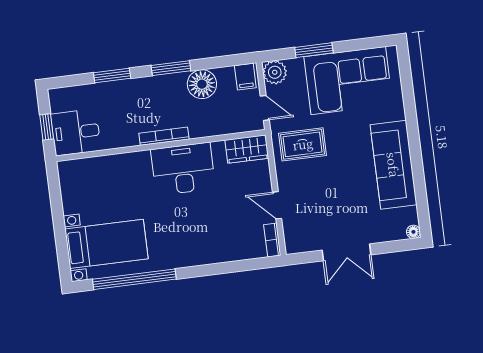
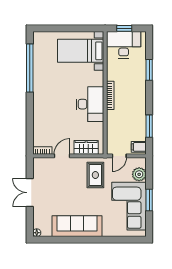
window: (314, 50) -> (149, 200), moved
window: (171, 68) -> (149, 126), moved
plant: (275, 72) -> (139, 174), moved
floor lamp: (202, 84) -> (138, 121), removed
desk: (76, 132) -> (124, 45), width x1.37
wardrobe: (247, 149) -> (86, 147), moved, turned 90
bed with nightstands: (106, 244) -> (81, 51), moved, turned 90

